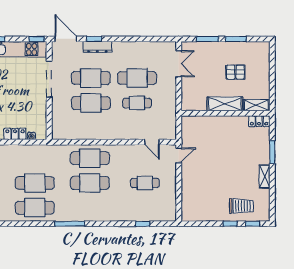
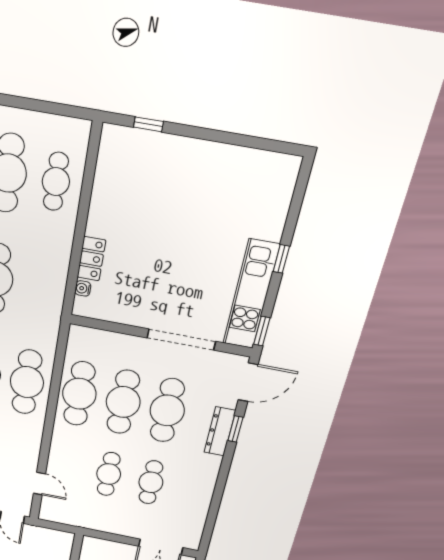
cafe table: (137, 78) -> (151, 482), width x0.73, depth x0.74
cafe table: (91, 128) -> (79, 394), added
door: (152, 142) -> (39, 483), swing flipped

